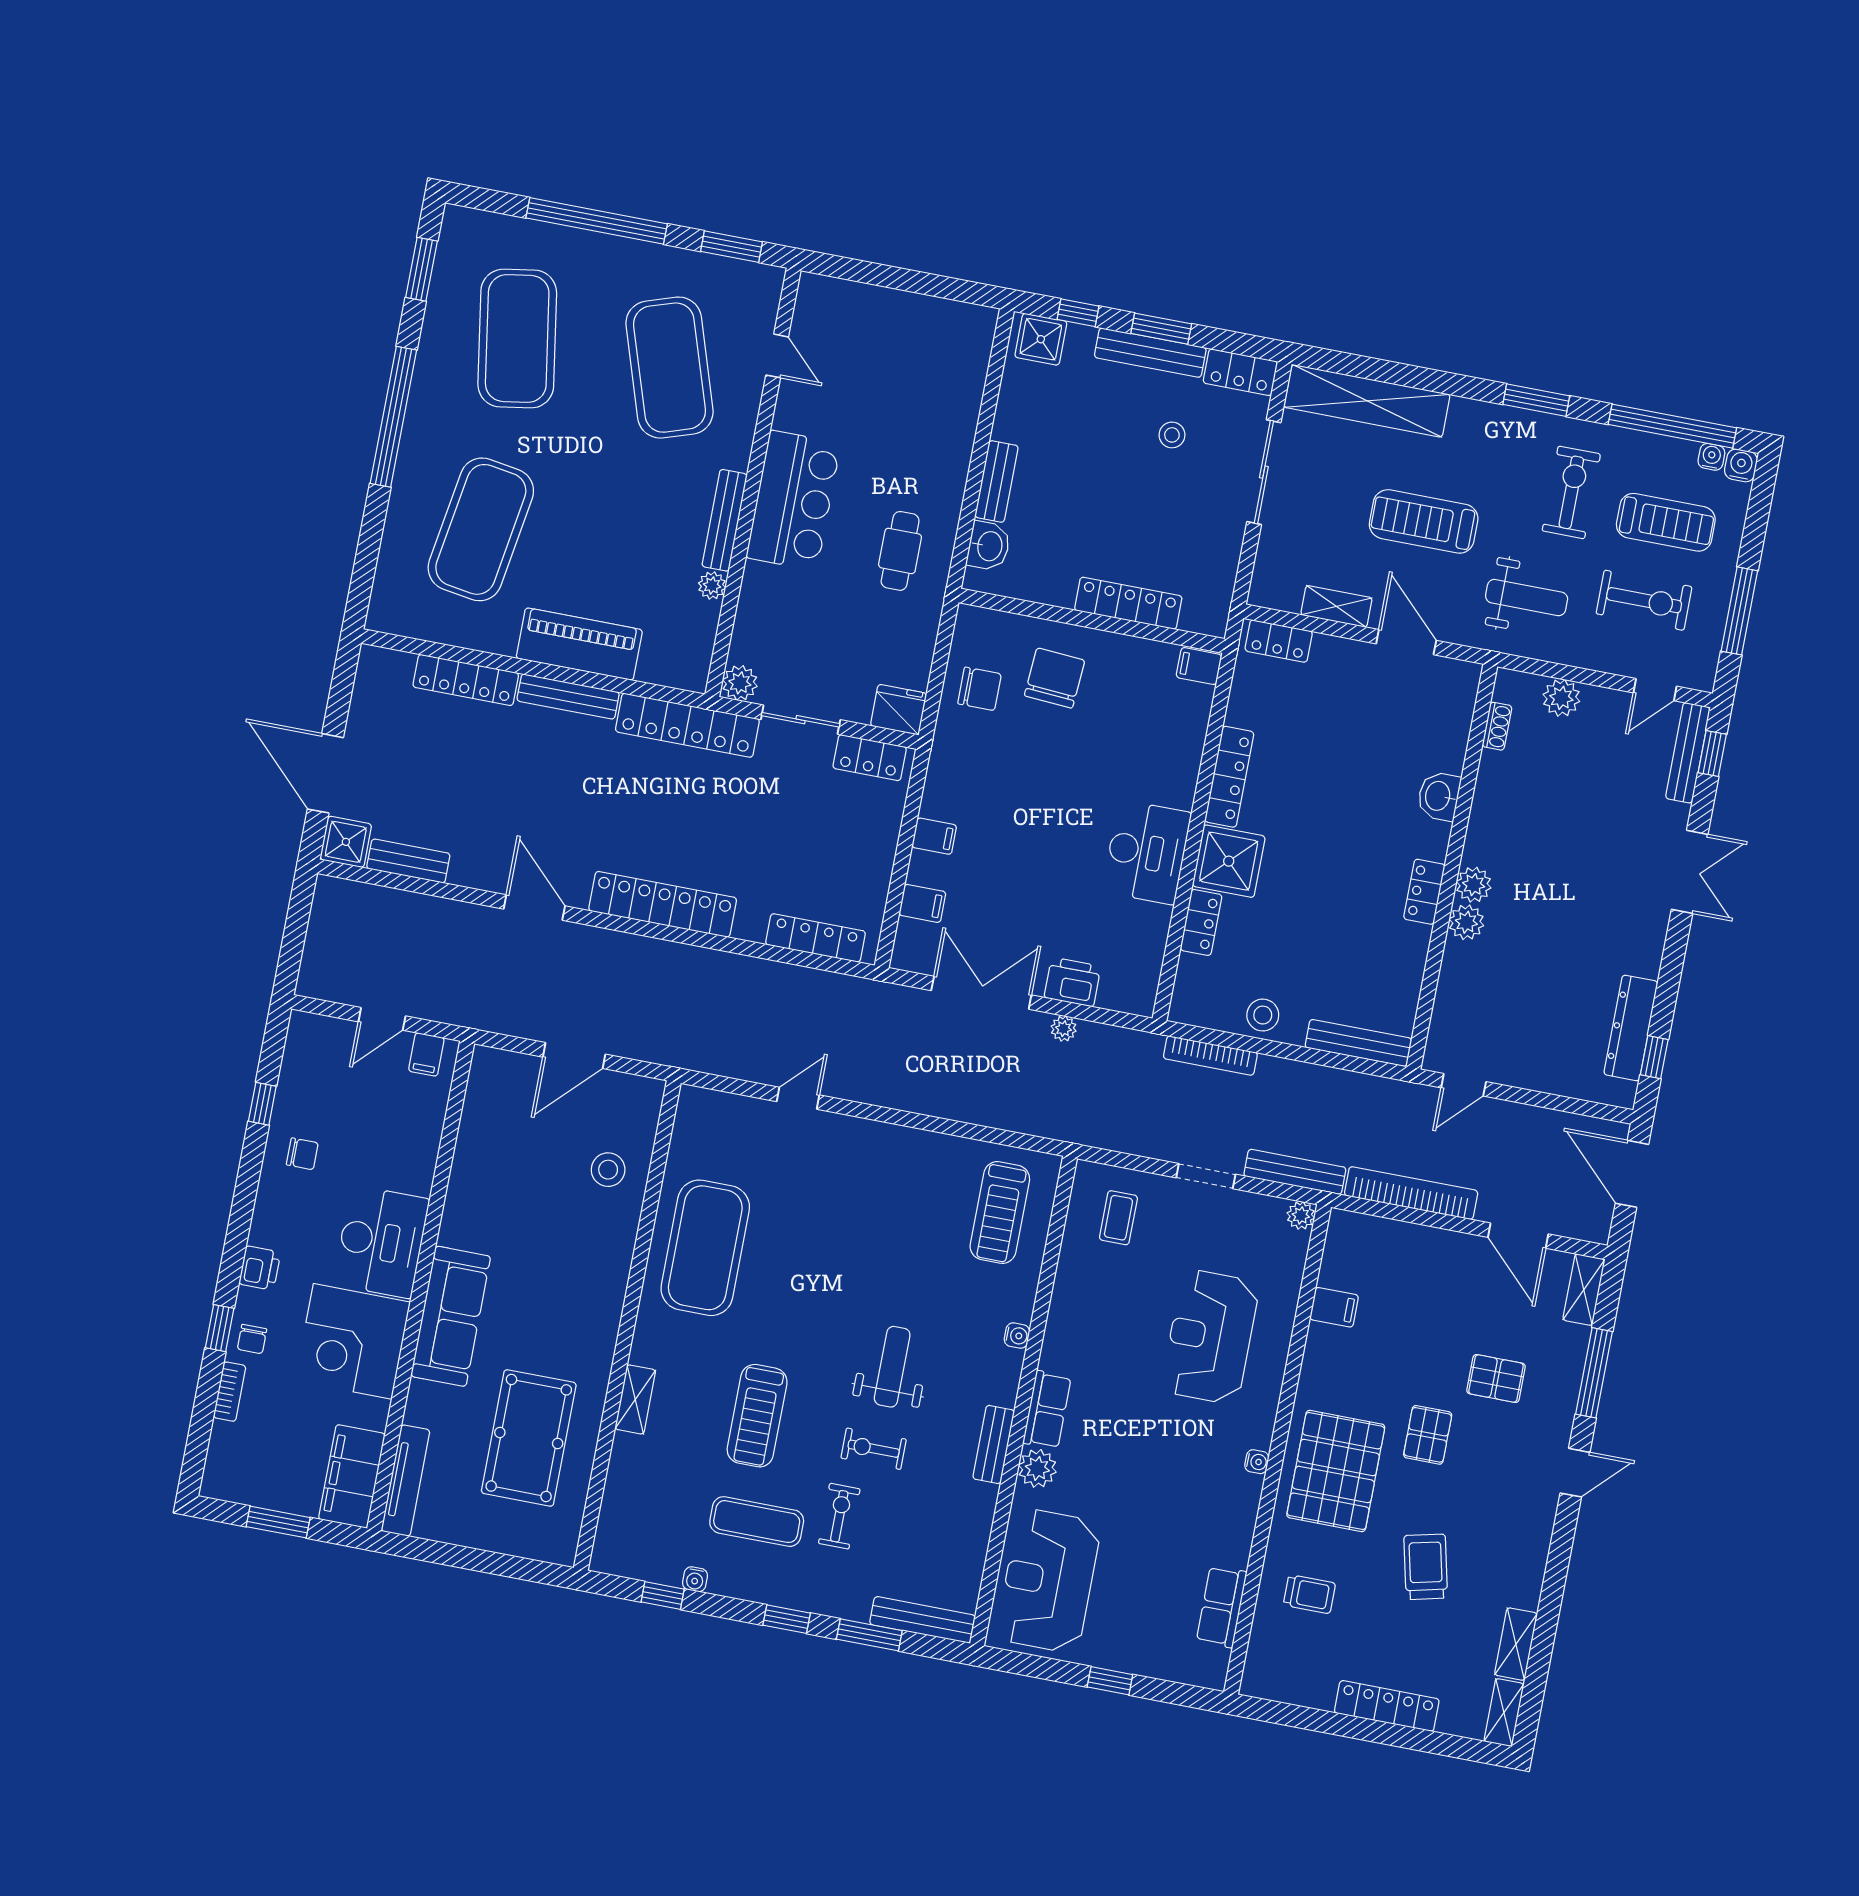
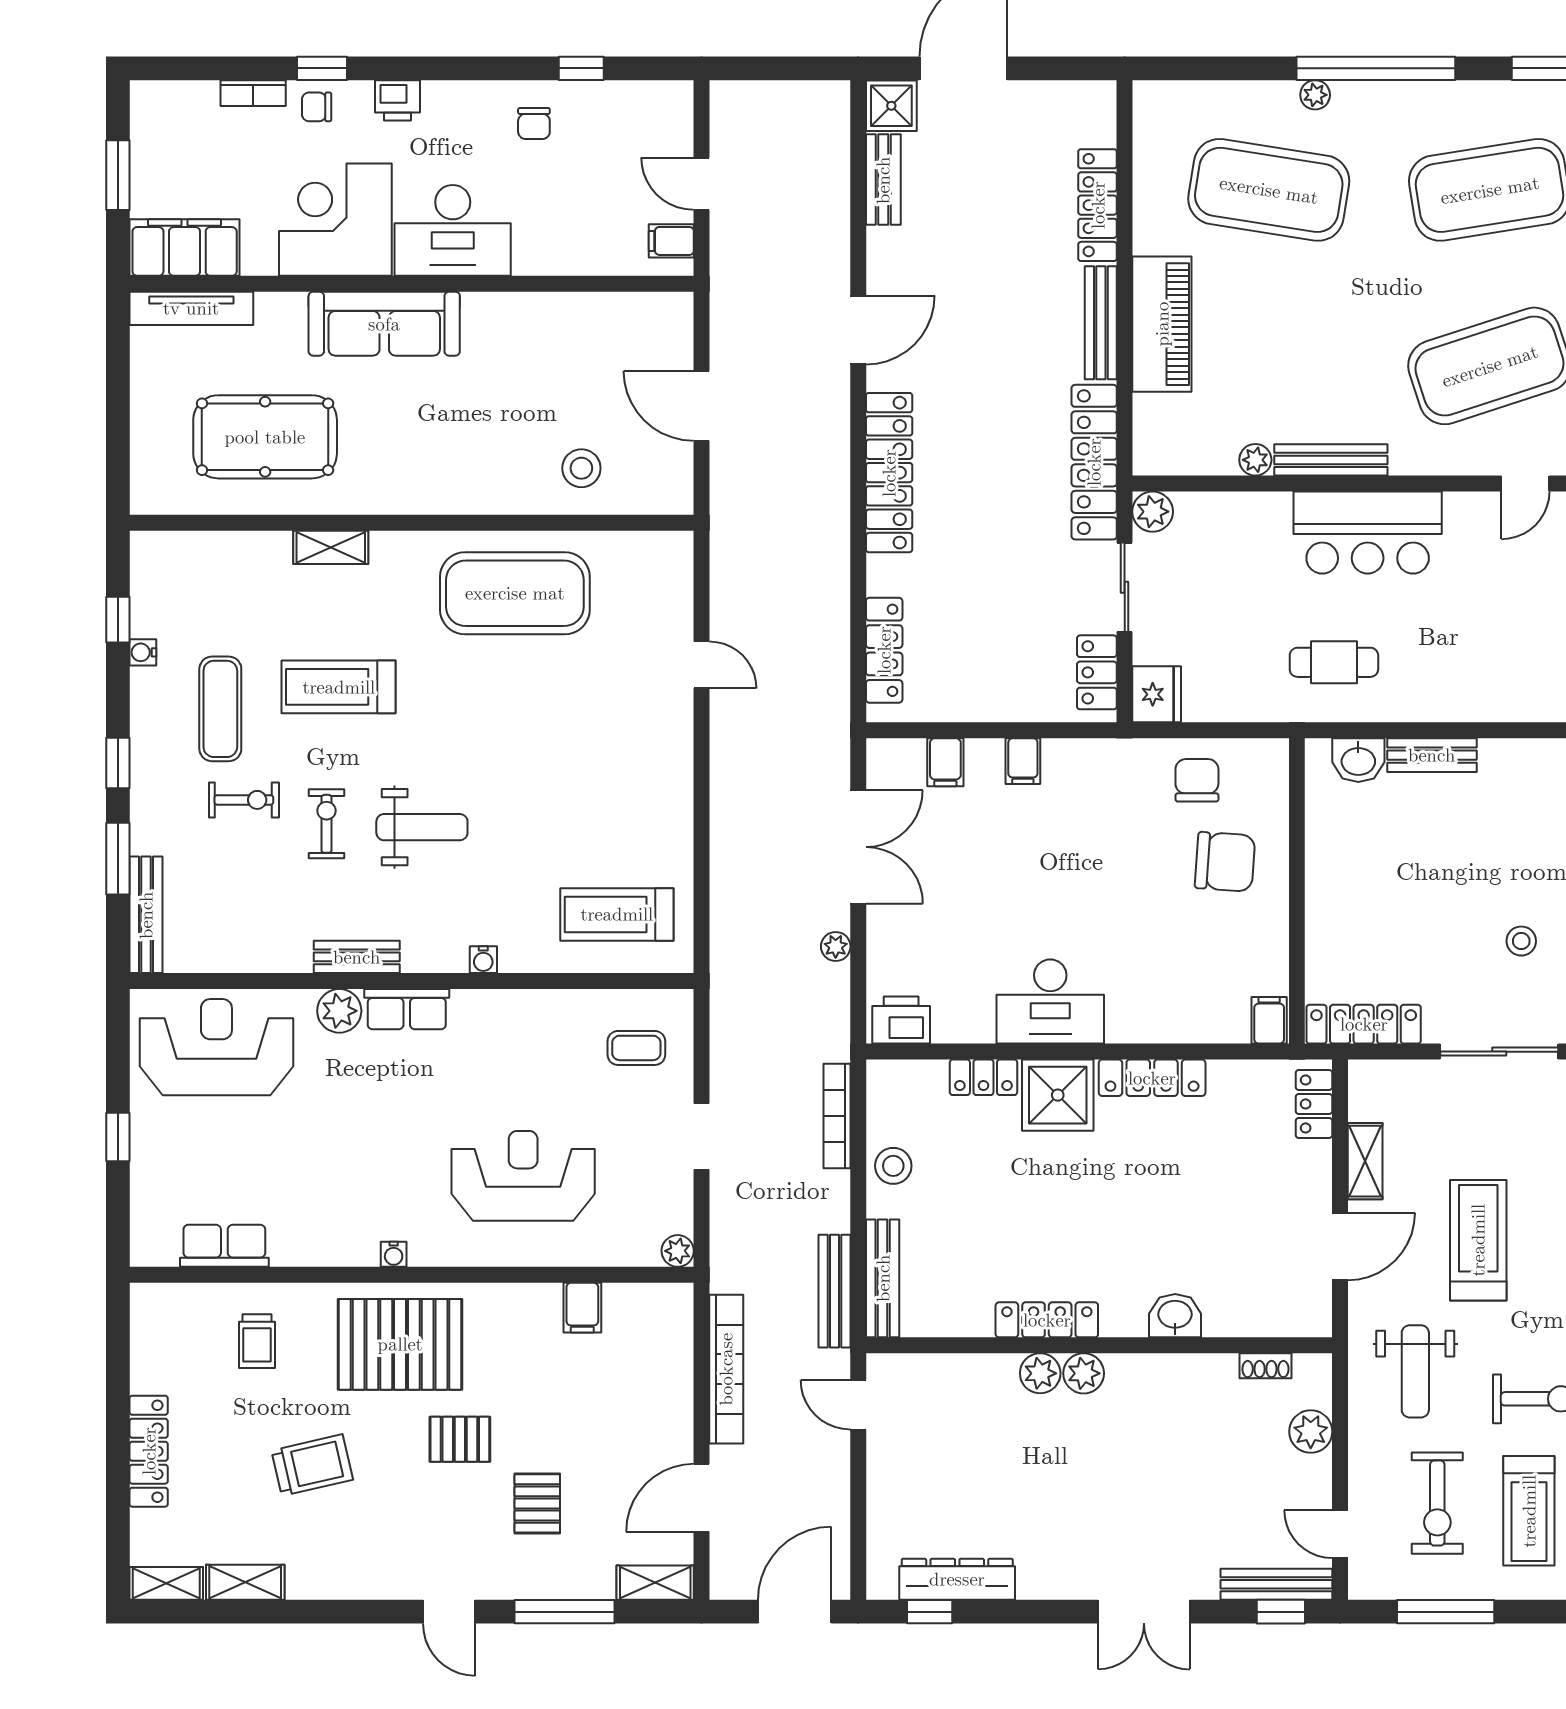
plant: (406, 474) -> (1315, 95), added
locker: (1128, 603) -> (1364, 1024), moved, turned -90
chair: (979, 689) -> (1197, 780), turned 180
locker: (1424, 892) -> (1047, 1320), width x1.53
printer: (1072, 982) -> (901, 1020), moved, turned -90
bench: (1295, 1172) -> (834, 1291), moved

